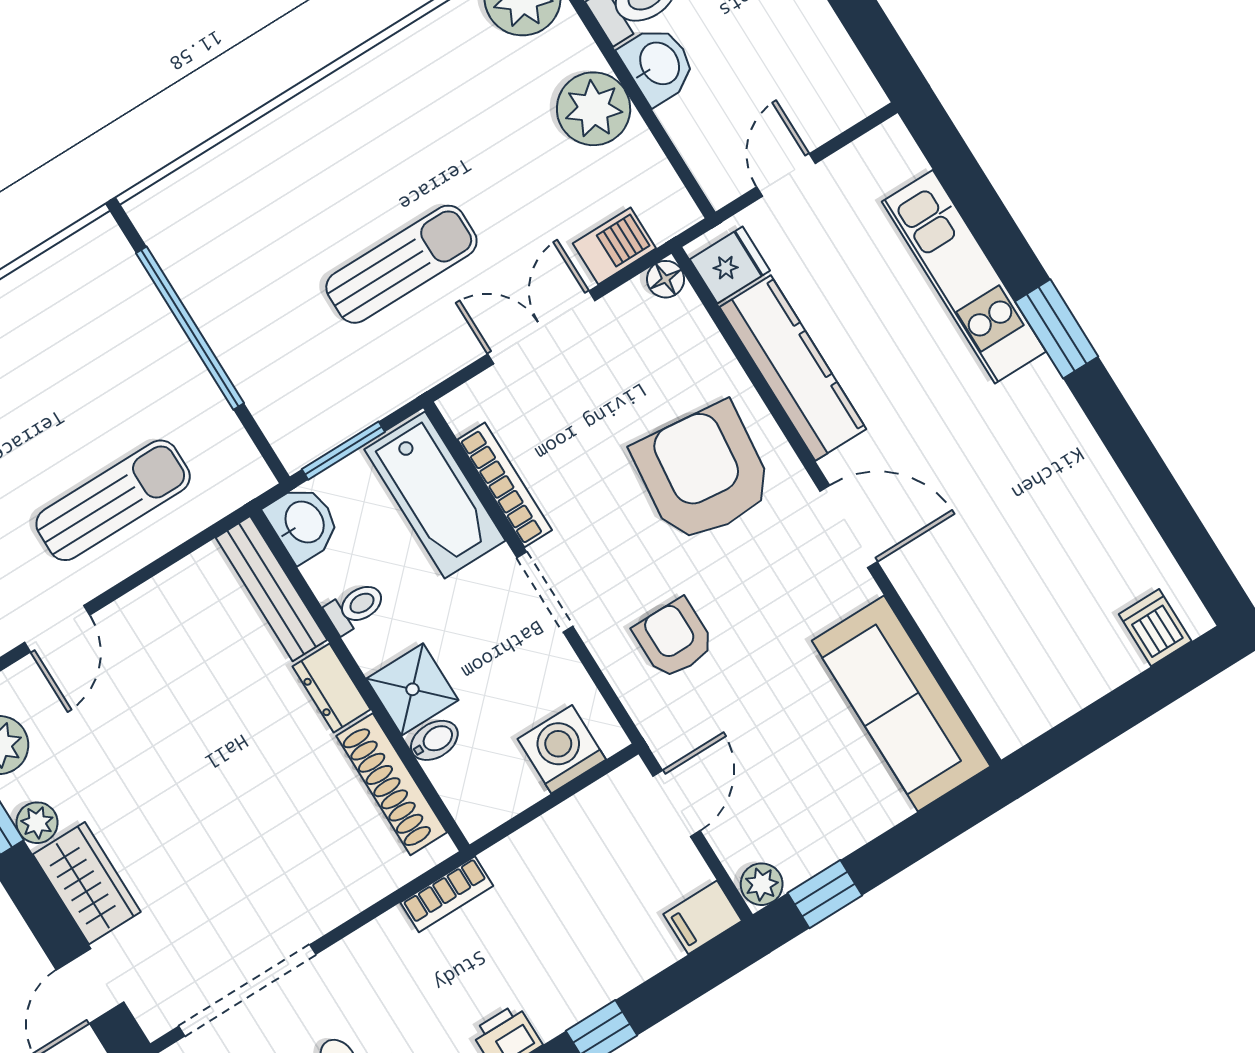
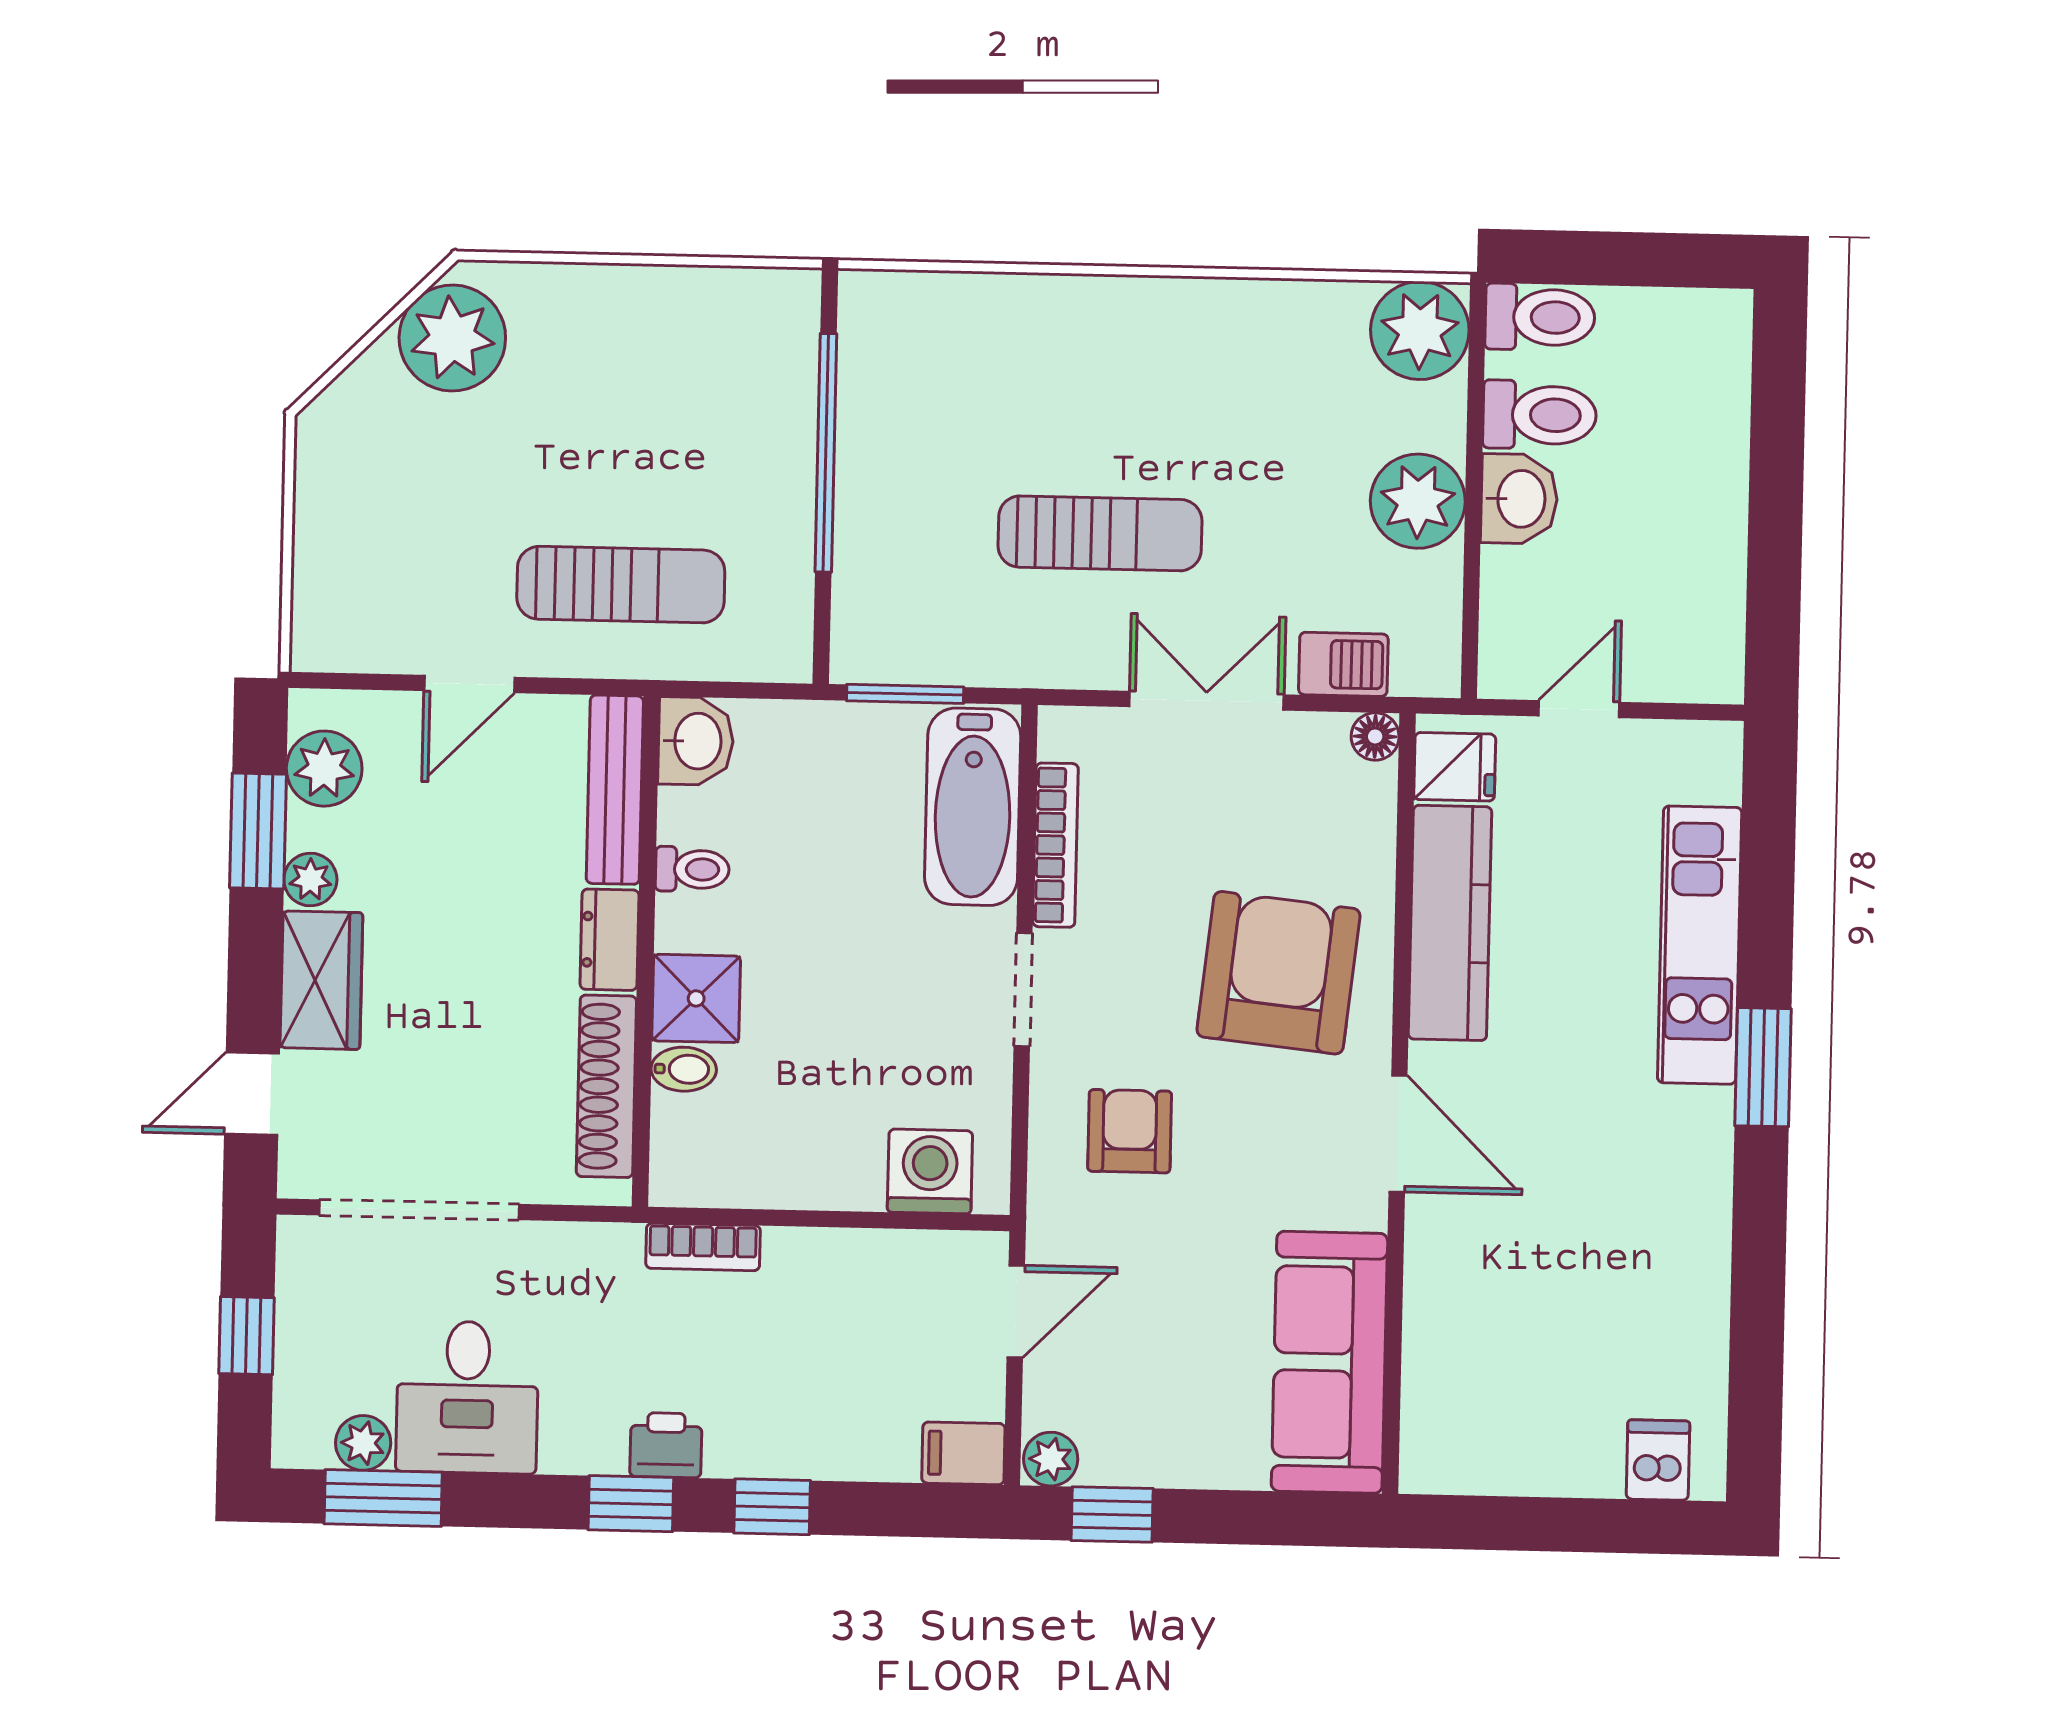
washbasin: (303, 523) -> (696, 741), moved
bench: (271, 589) -> (615, 790), moved
toilet: (355, 607) -> (692, 869), moved
wall: (360, 680) -> (646, 951), moved
dresser: (332, 688) -> (610, 940), moved
shower: (412, 689) -> (696, 998), moved
bidet: (434, 740) -> (684, 1069), moved
shoe rack: (392, 784) -> (606, 1086), moved

